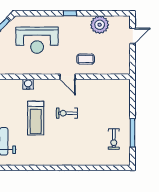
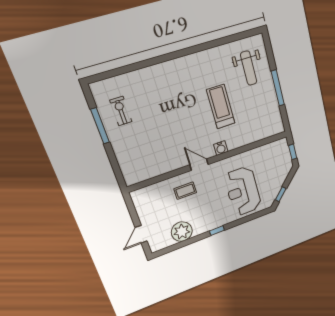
reception desk: (37, 40) -> (243, 191), turned -90
water cooler: (28, 84) -> (221, 148), moved
exercise bike: (67, 113) -> (187, 124), removed

